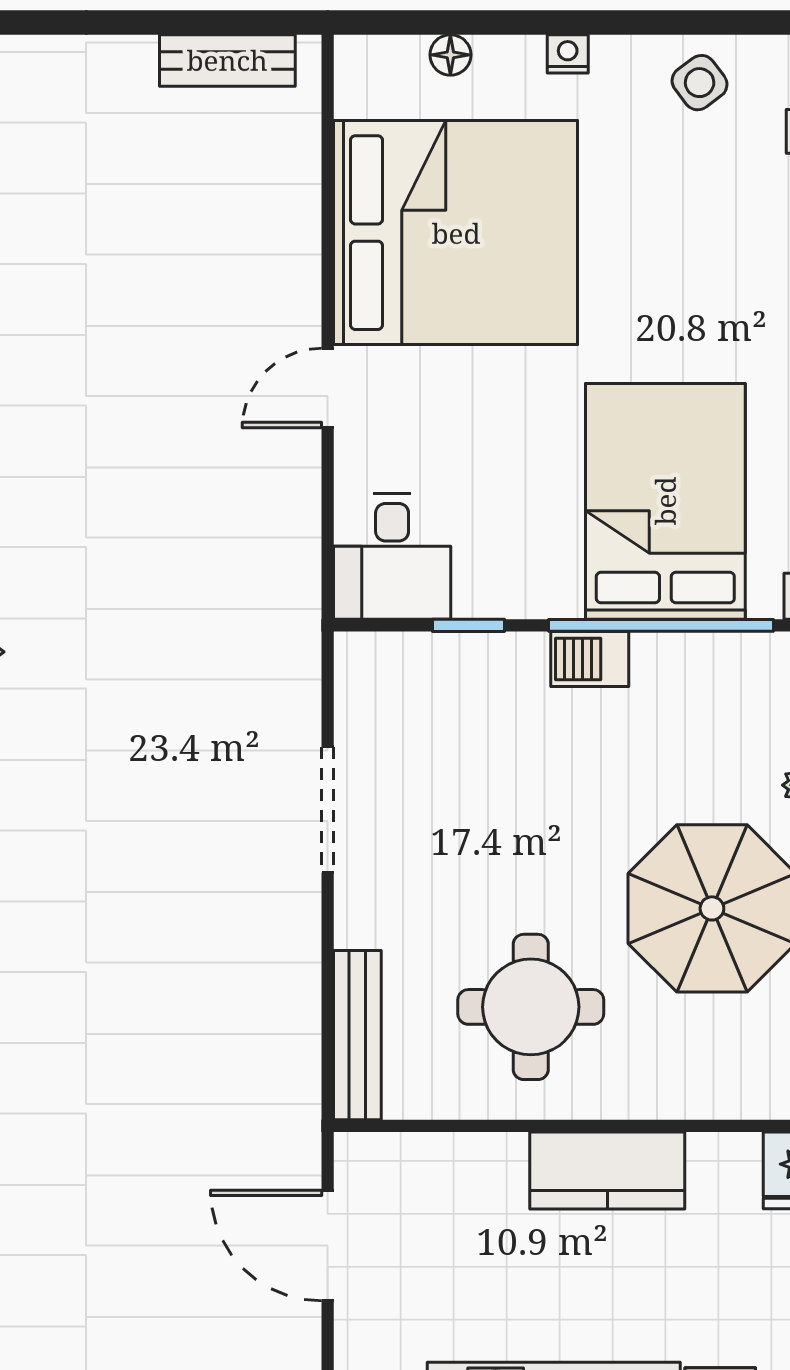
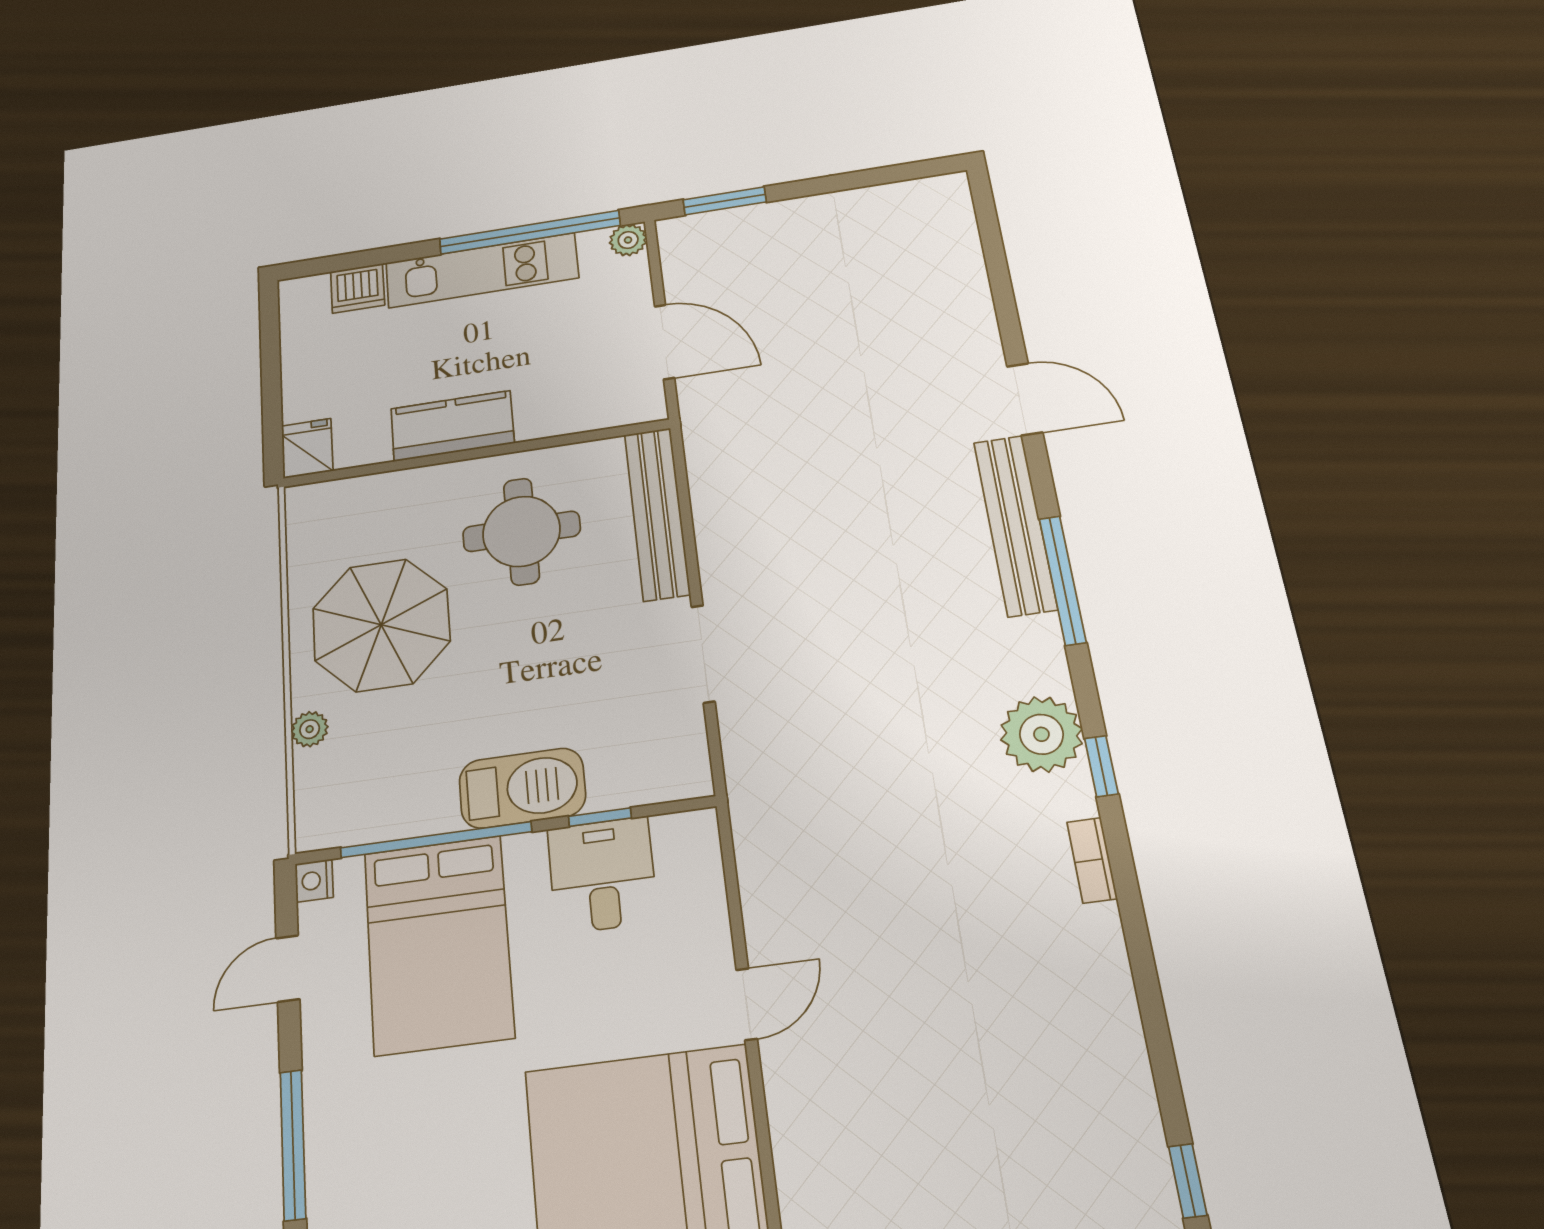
desk: (392, 556) -> (602, 875), moved
barbecue: (590, 659) -> (522, 788), width x1.88, depth x1.53
bench: (357, 1035) -> (657, 513), width x1.37, depth x1.21

